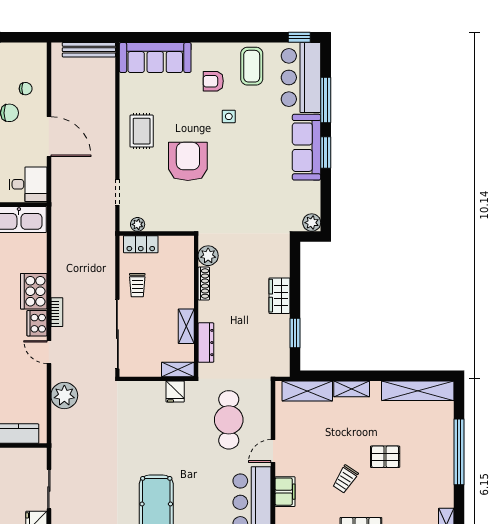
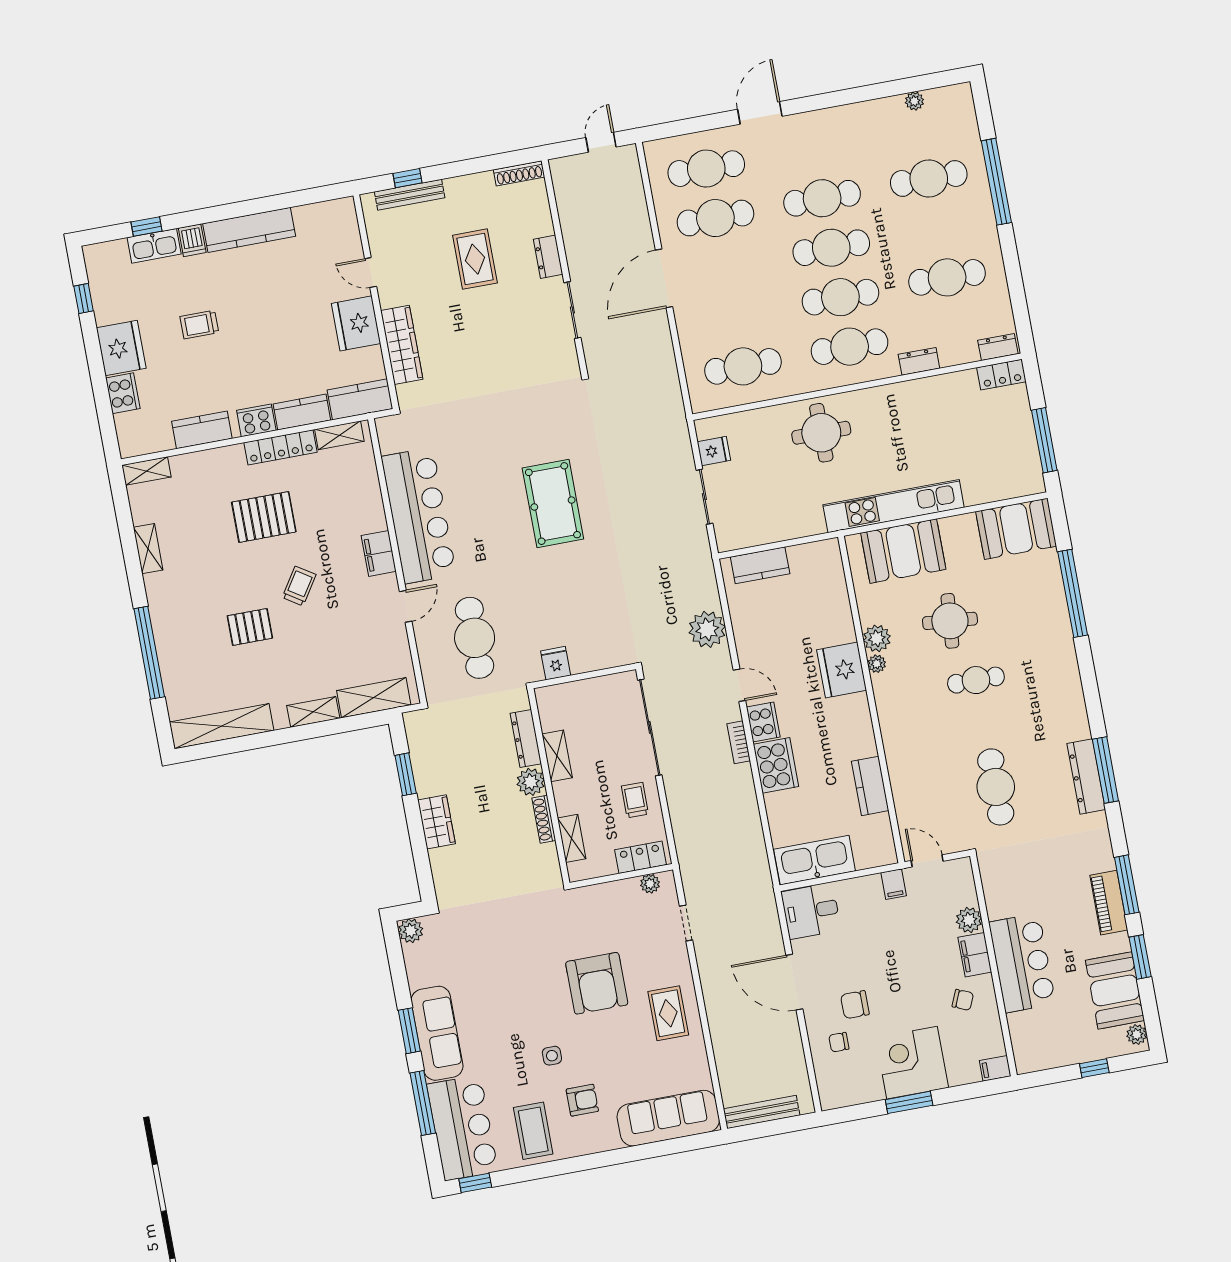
plant: (208, 256) -> (531, 782), moved
shelving: (178, 369) -> (572, 838), moved, turned 90

